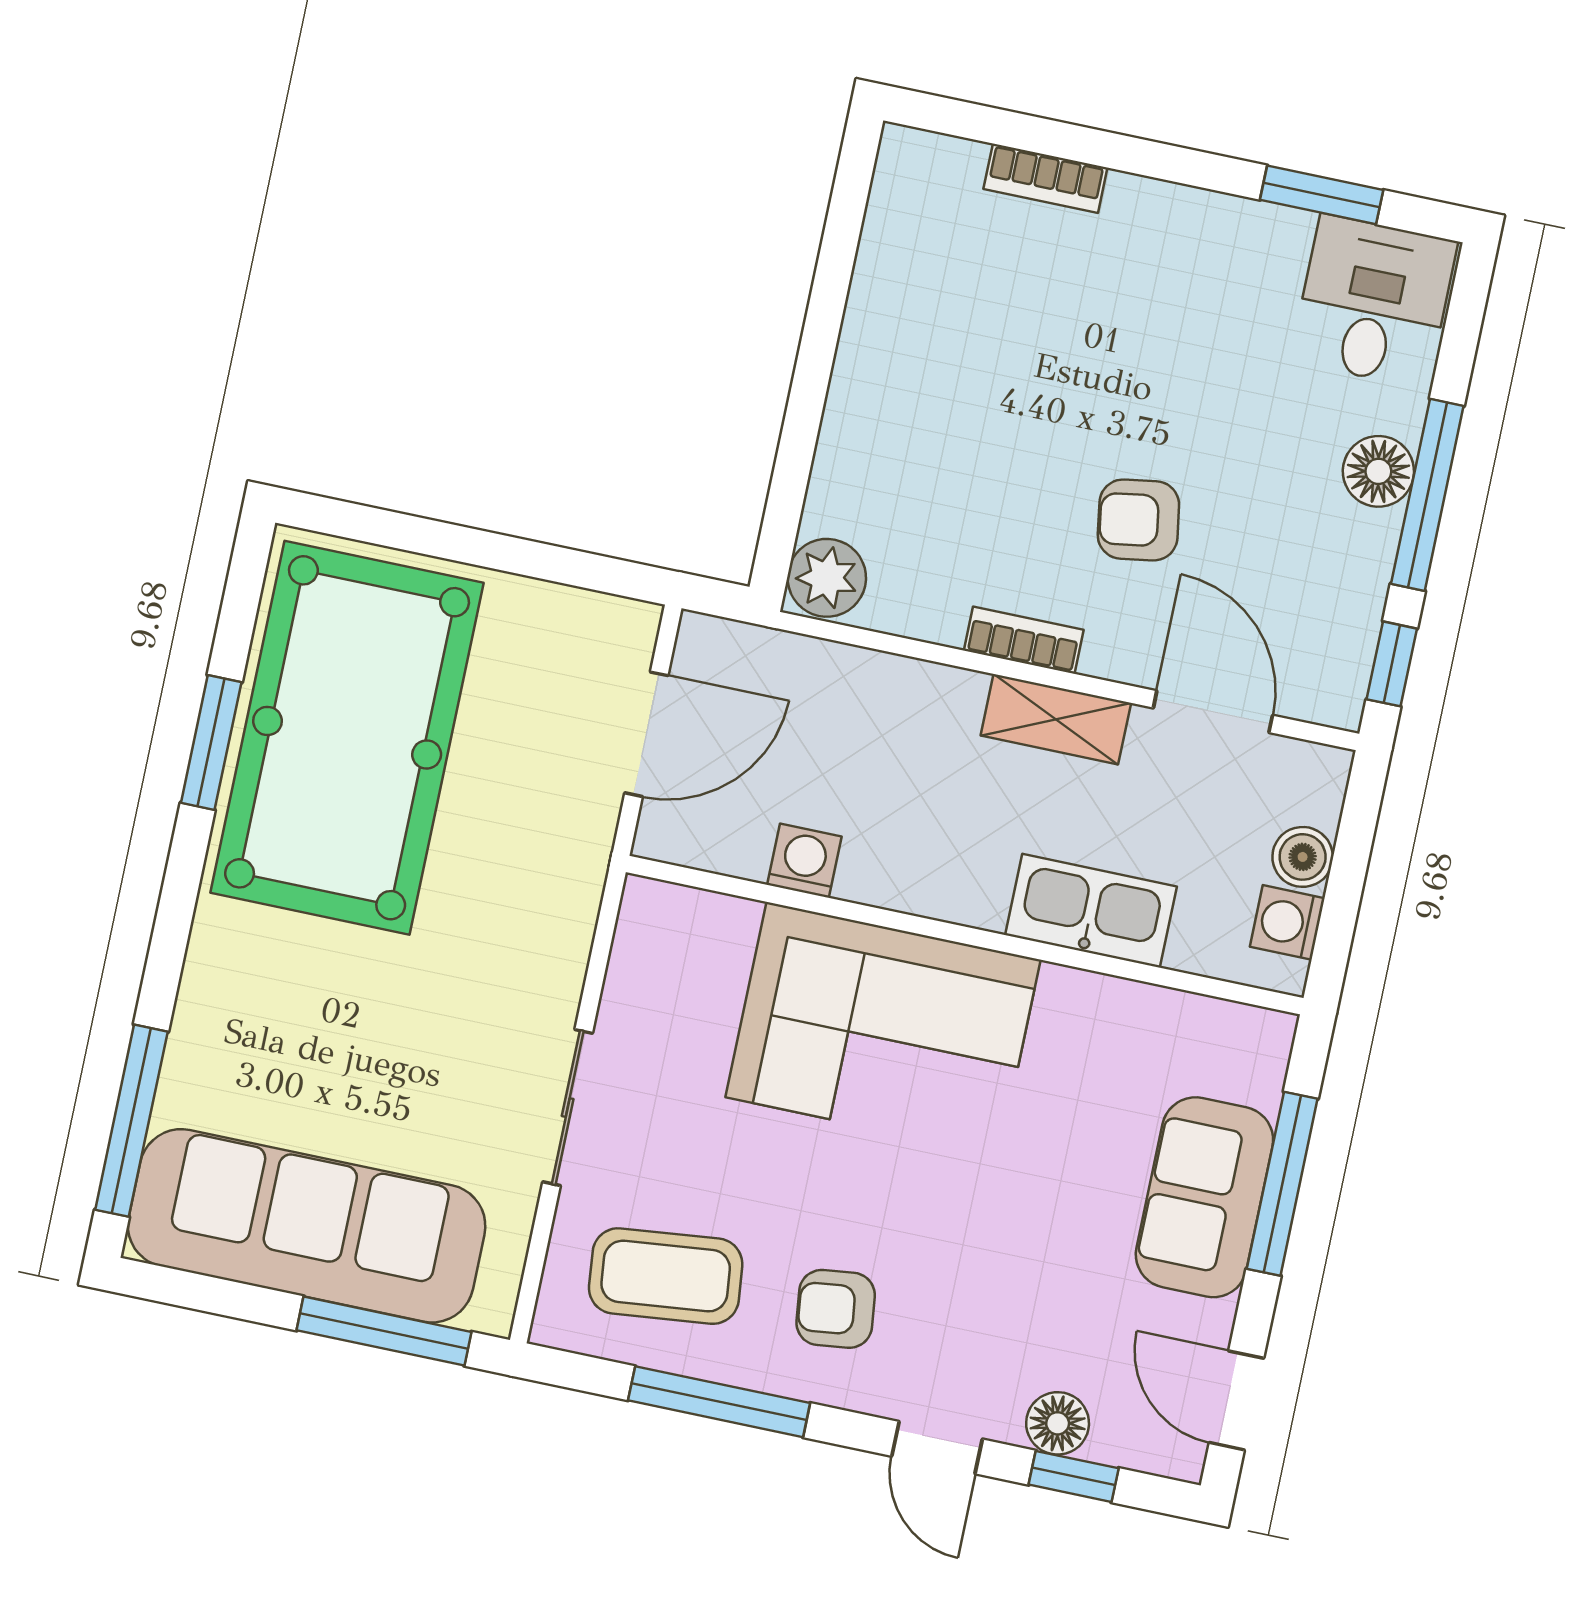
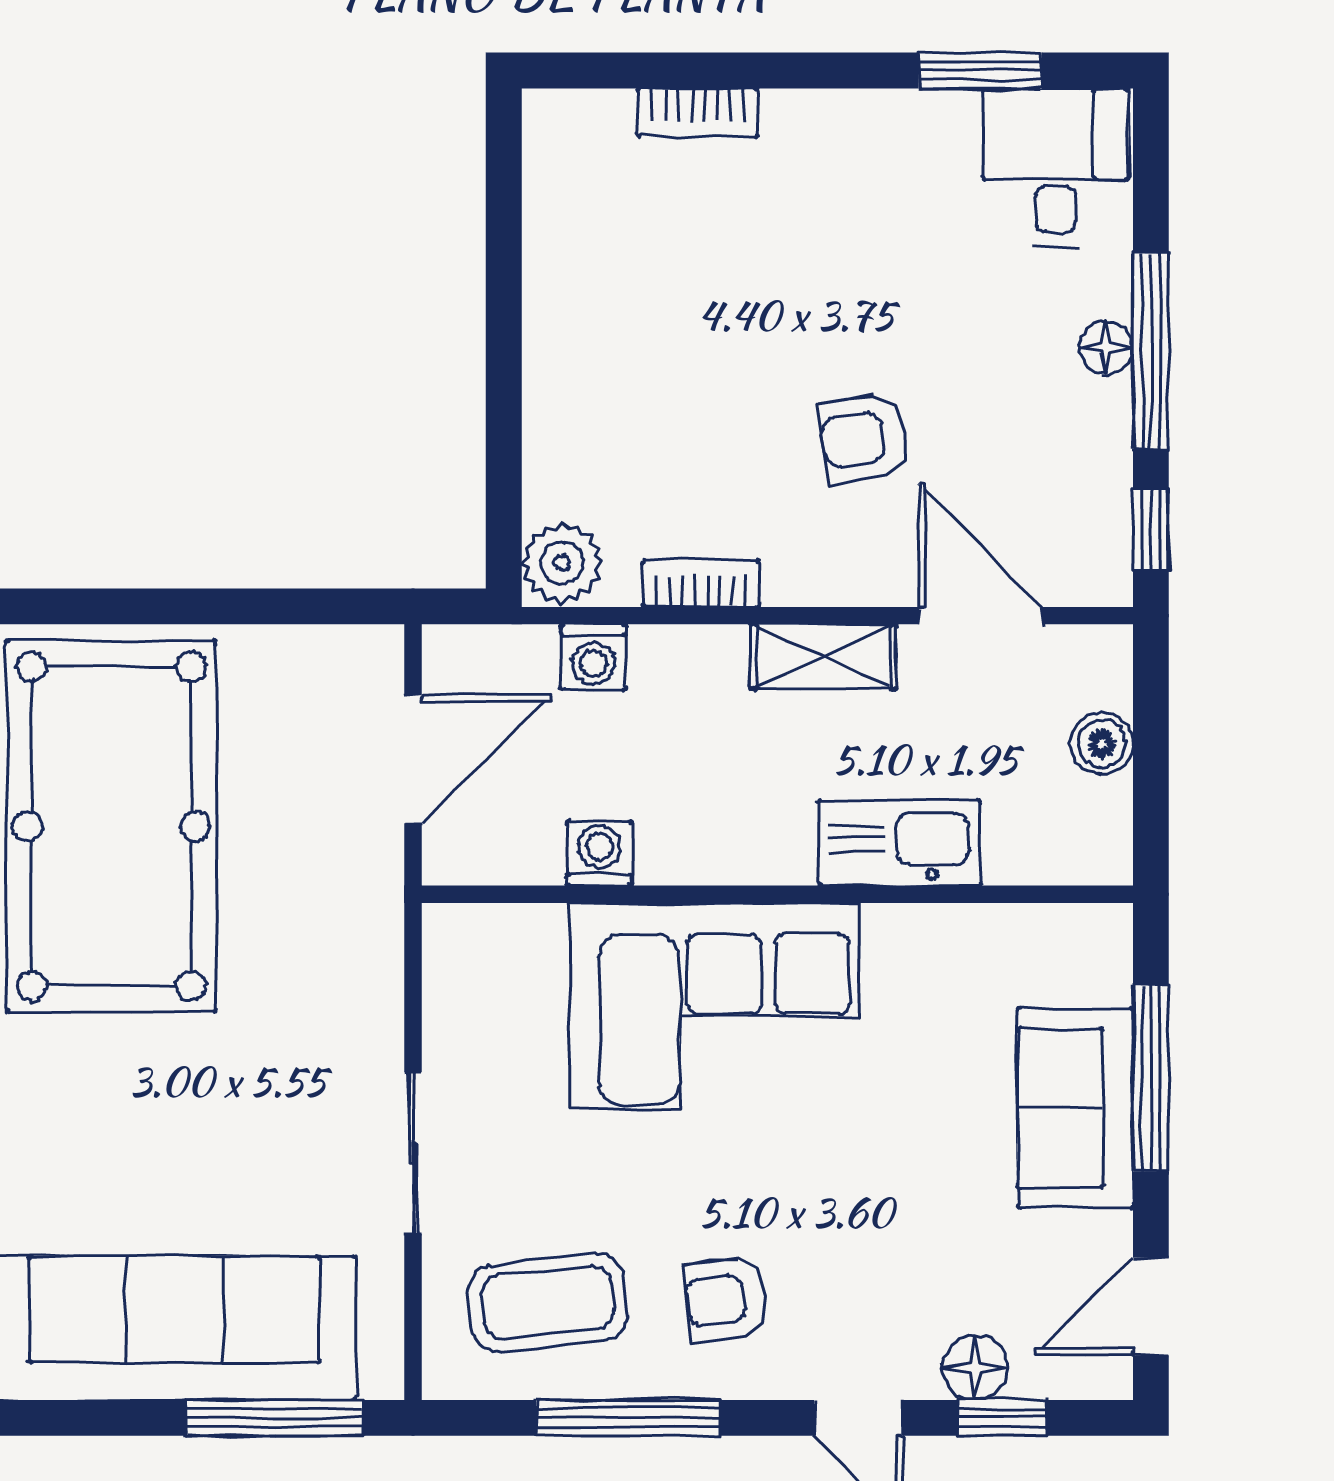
floor lamp: (1378, 471) -> (1106, 348), width x0.73, depth x0.73
bookcase: (1024, 640) -> (701, 584), moved
washing machine: (1287, 922) -> (593, 657), moved, turned -90
door: (1237, 1400) -> (1151, 1306), hinge flipped

